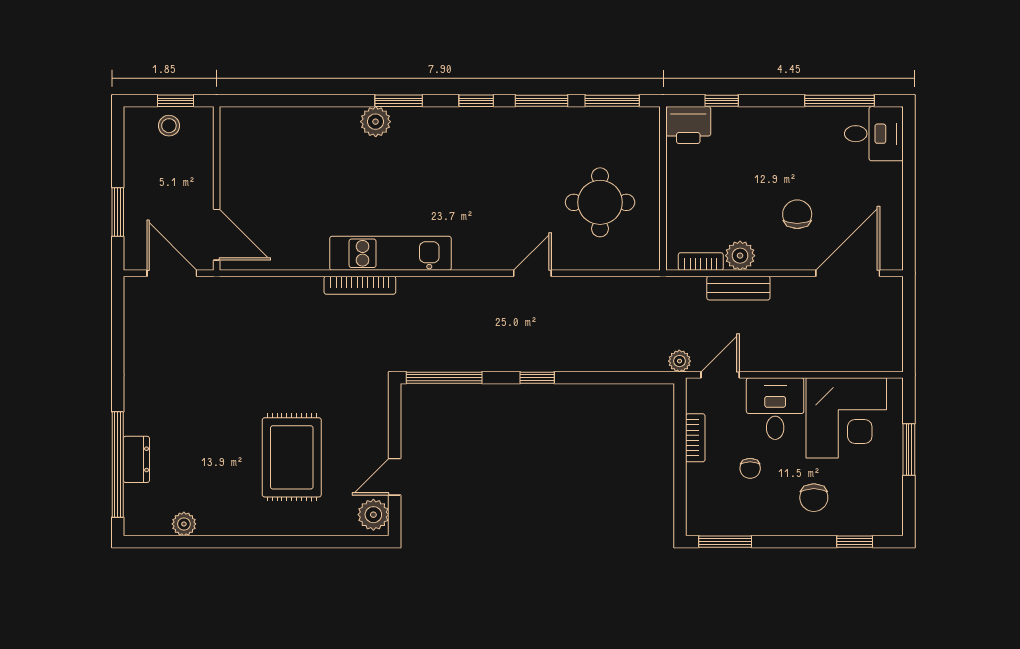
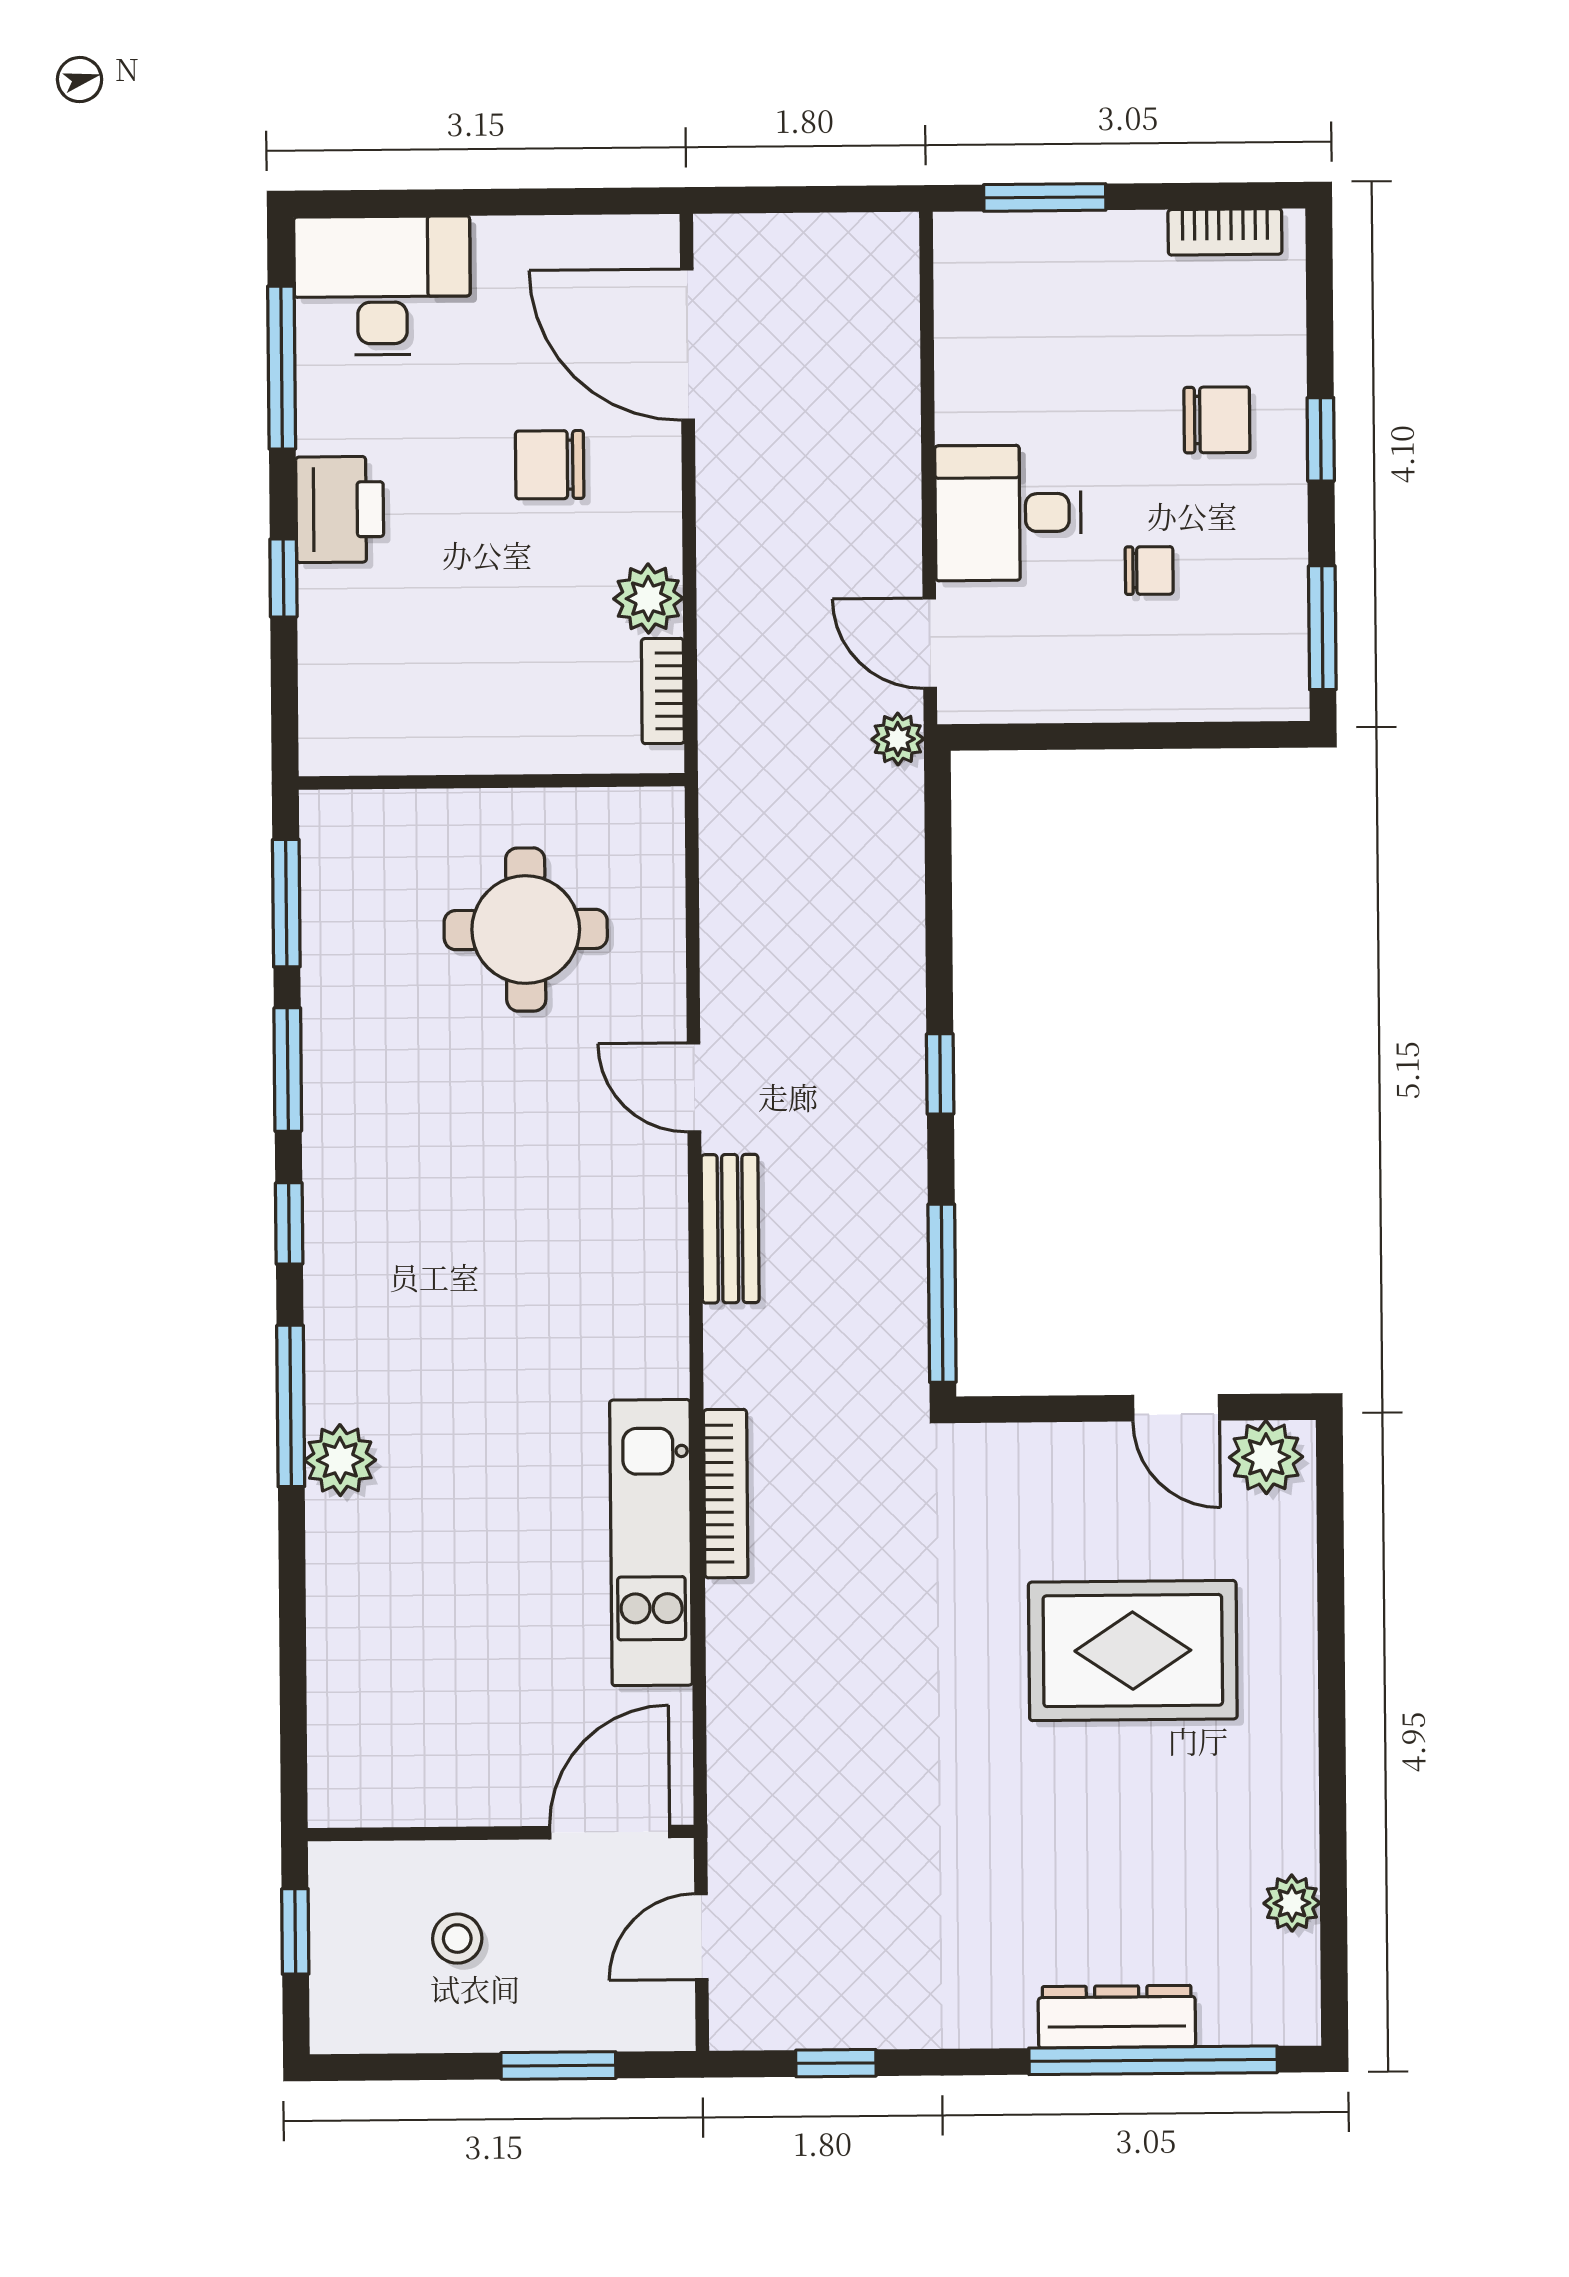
window: (399, 101) -> (291, 1406), width x1.44
window: (722, 101) -> (283, 578), moved
printer: (688, 125) -> (340, 509), moved
stool: (169, 126) -> (457, 1939), moved
desk: (874, 134) -> (382, 286), width x1.37
kitchen unit: (390, 253) -> (651, 1543), moved
door: (172, 273) -> (701, 1937), width x0.73
bench: (738, 288) -> (730, 1229), moved
window: (118, 330) -> (836, 2063), added
corner desk: (846, 418) -> (1028, 345), removed
bookcase: (695, 438) -> (1225, 232), moved, turned 180
window: (909, 449) -> (1045, 197), moved
dresser: (136, 459) -> (1117, 2017), width x1.44
window: (855, 542) -> (1321, 439), moved

